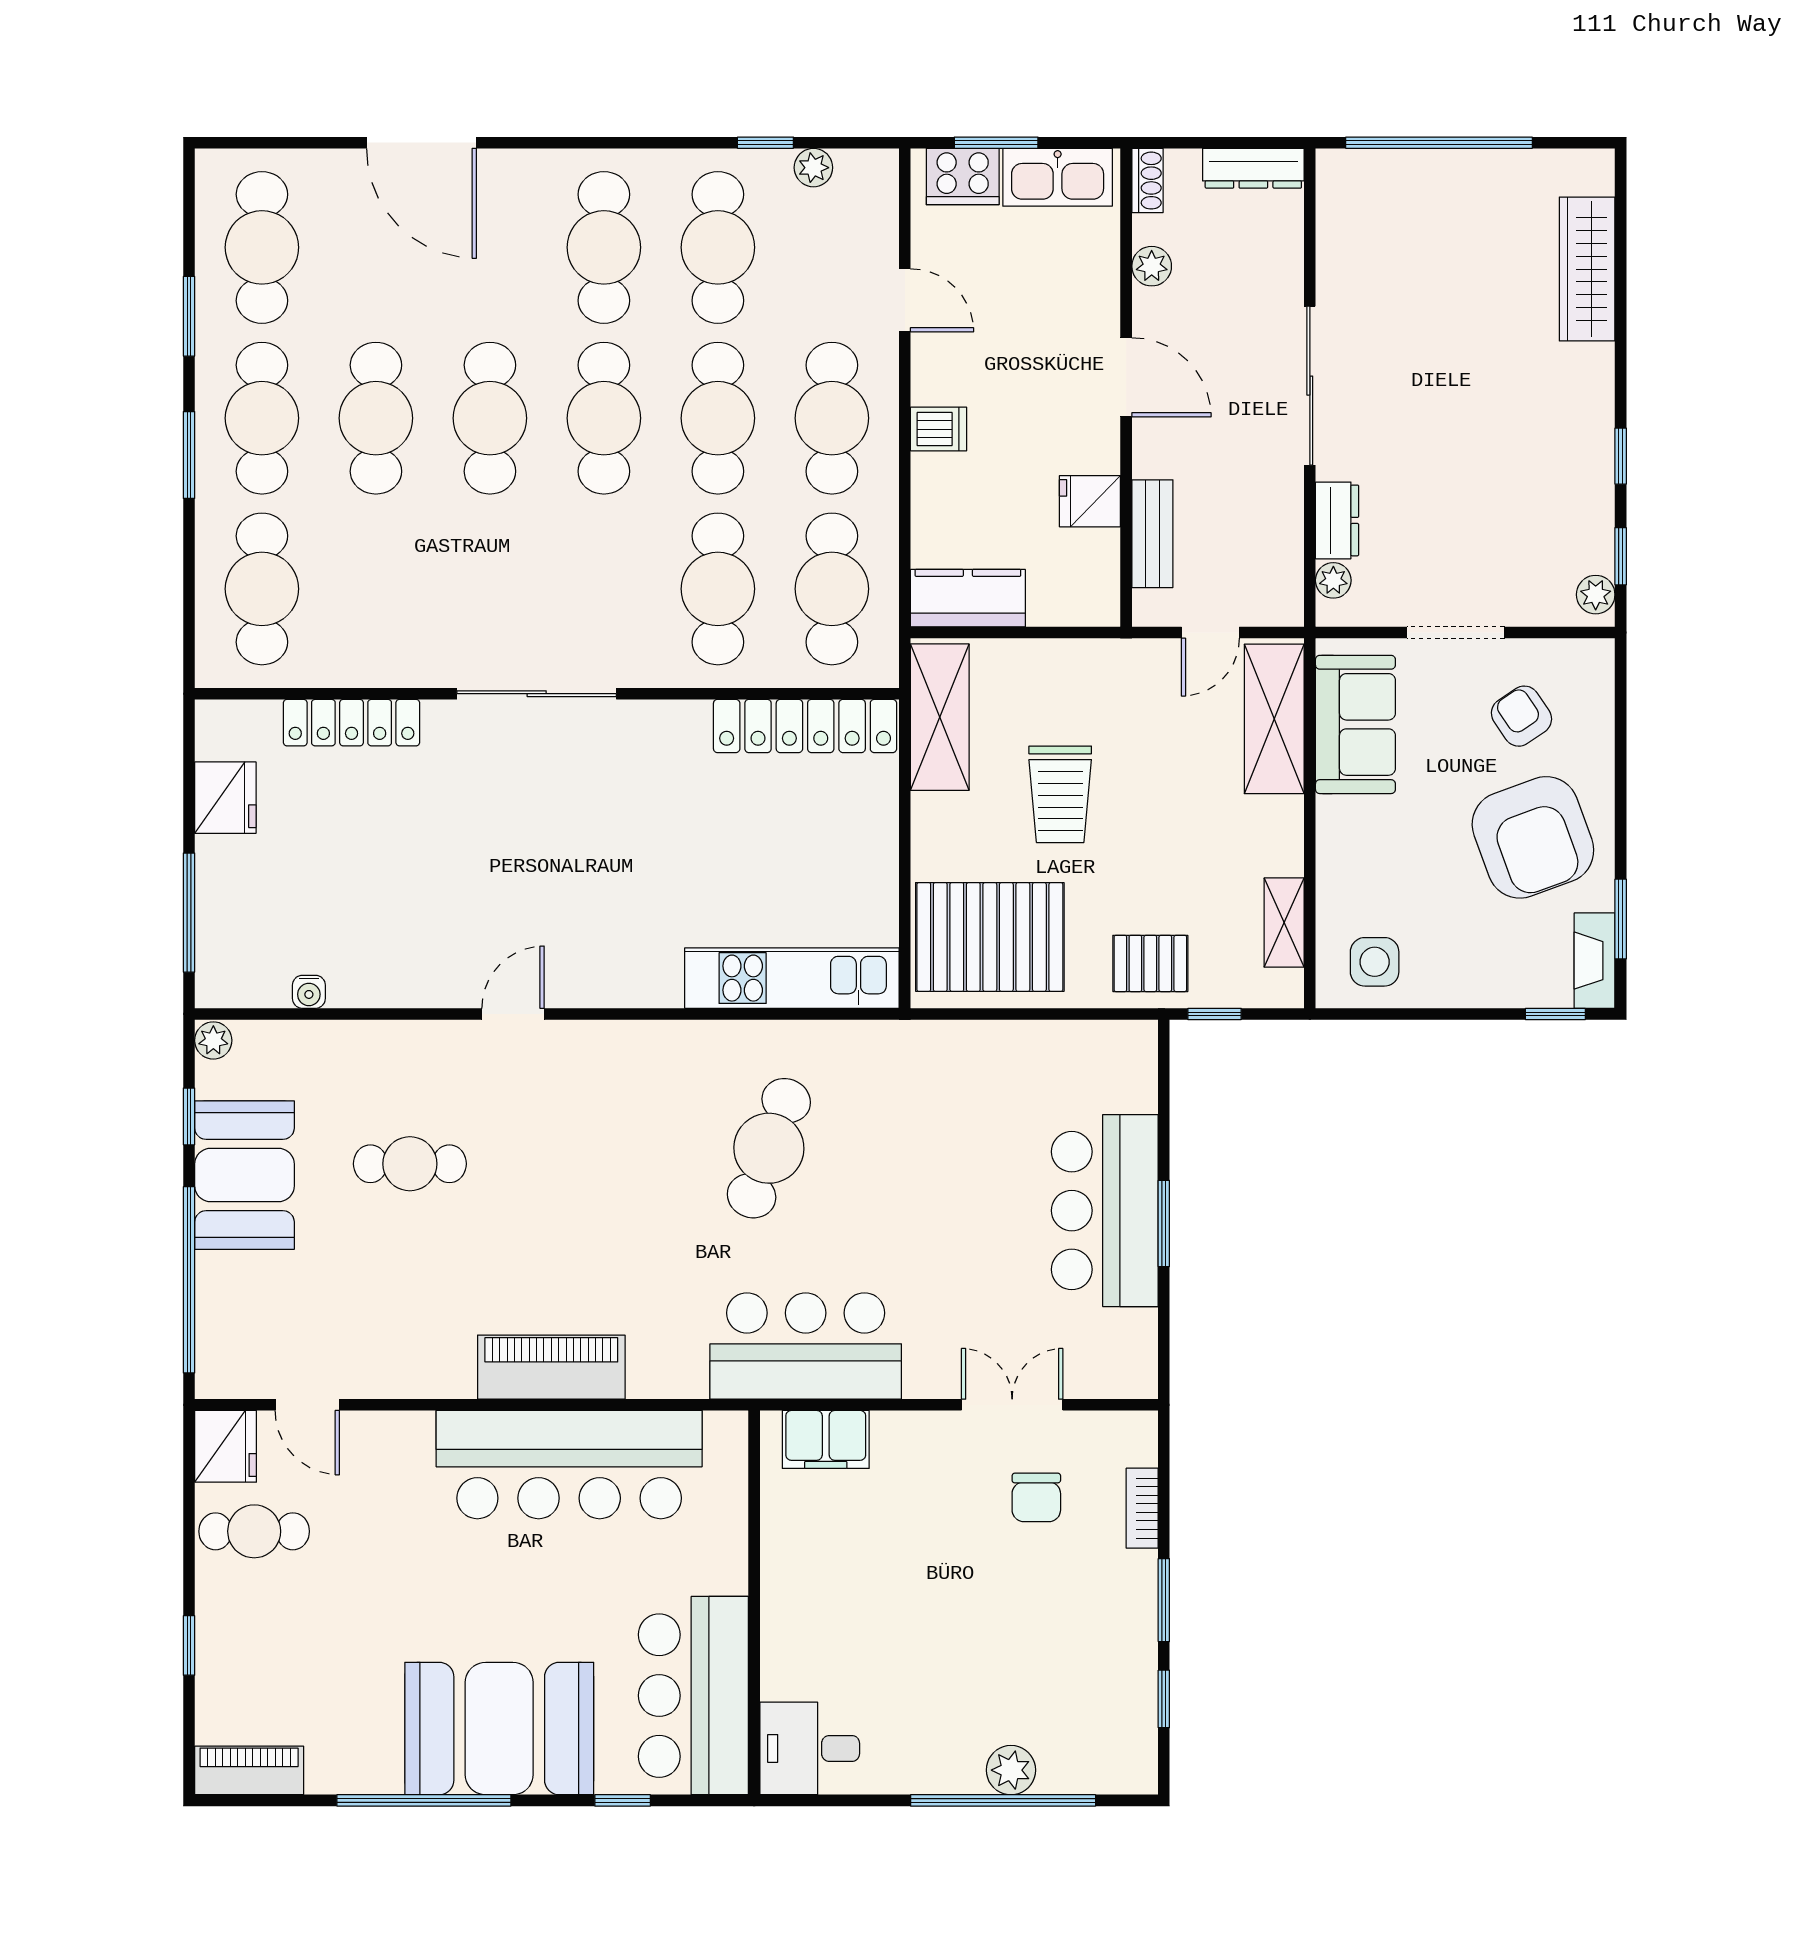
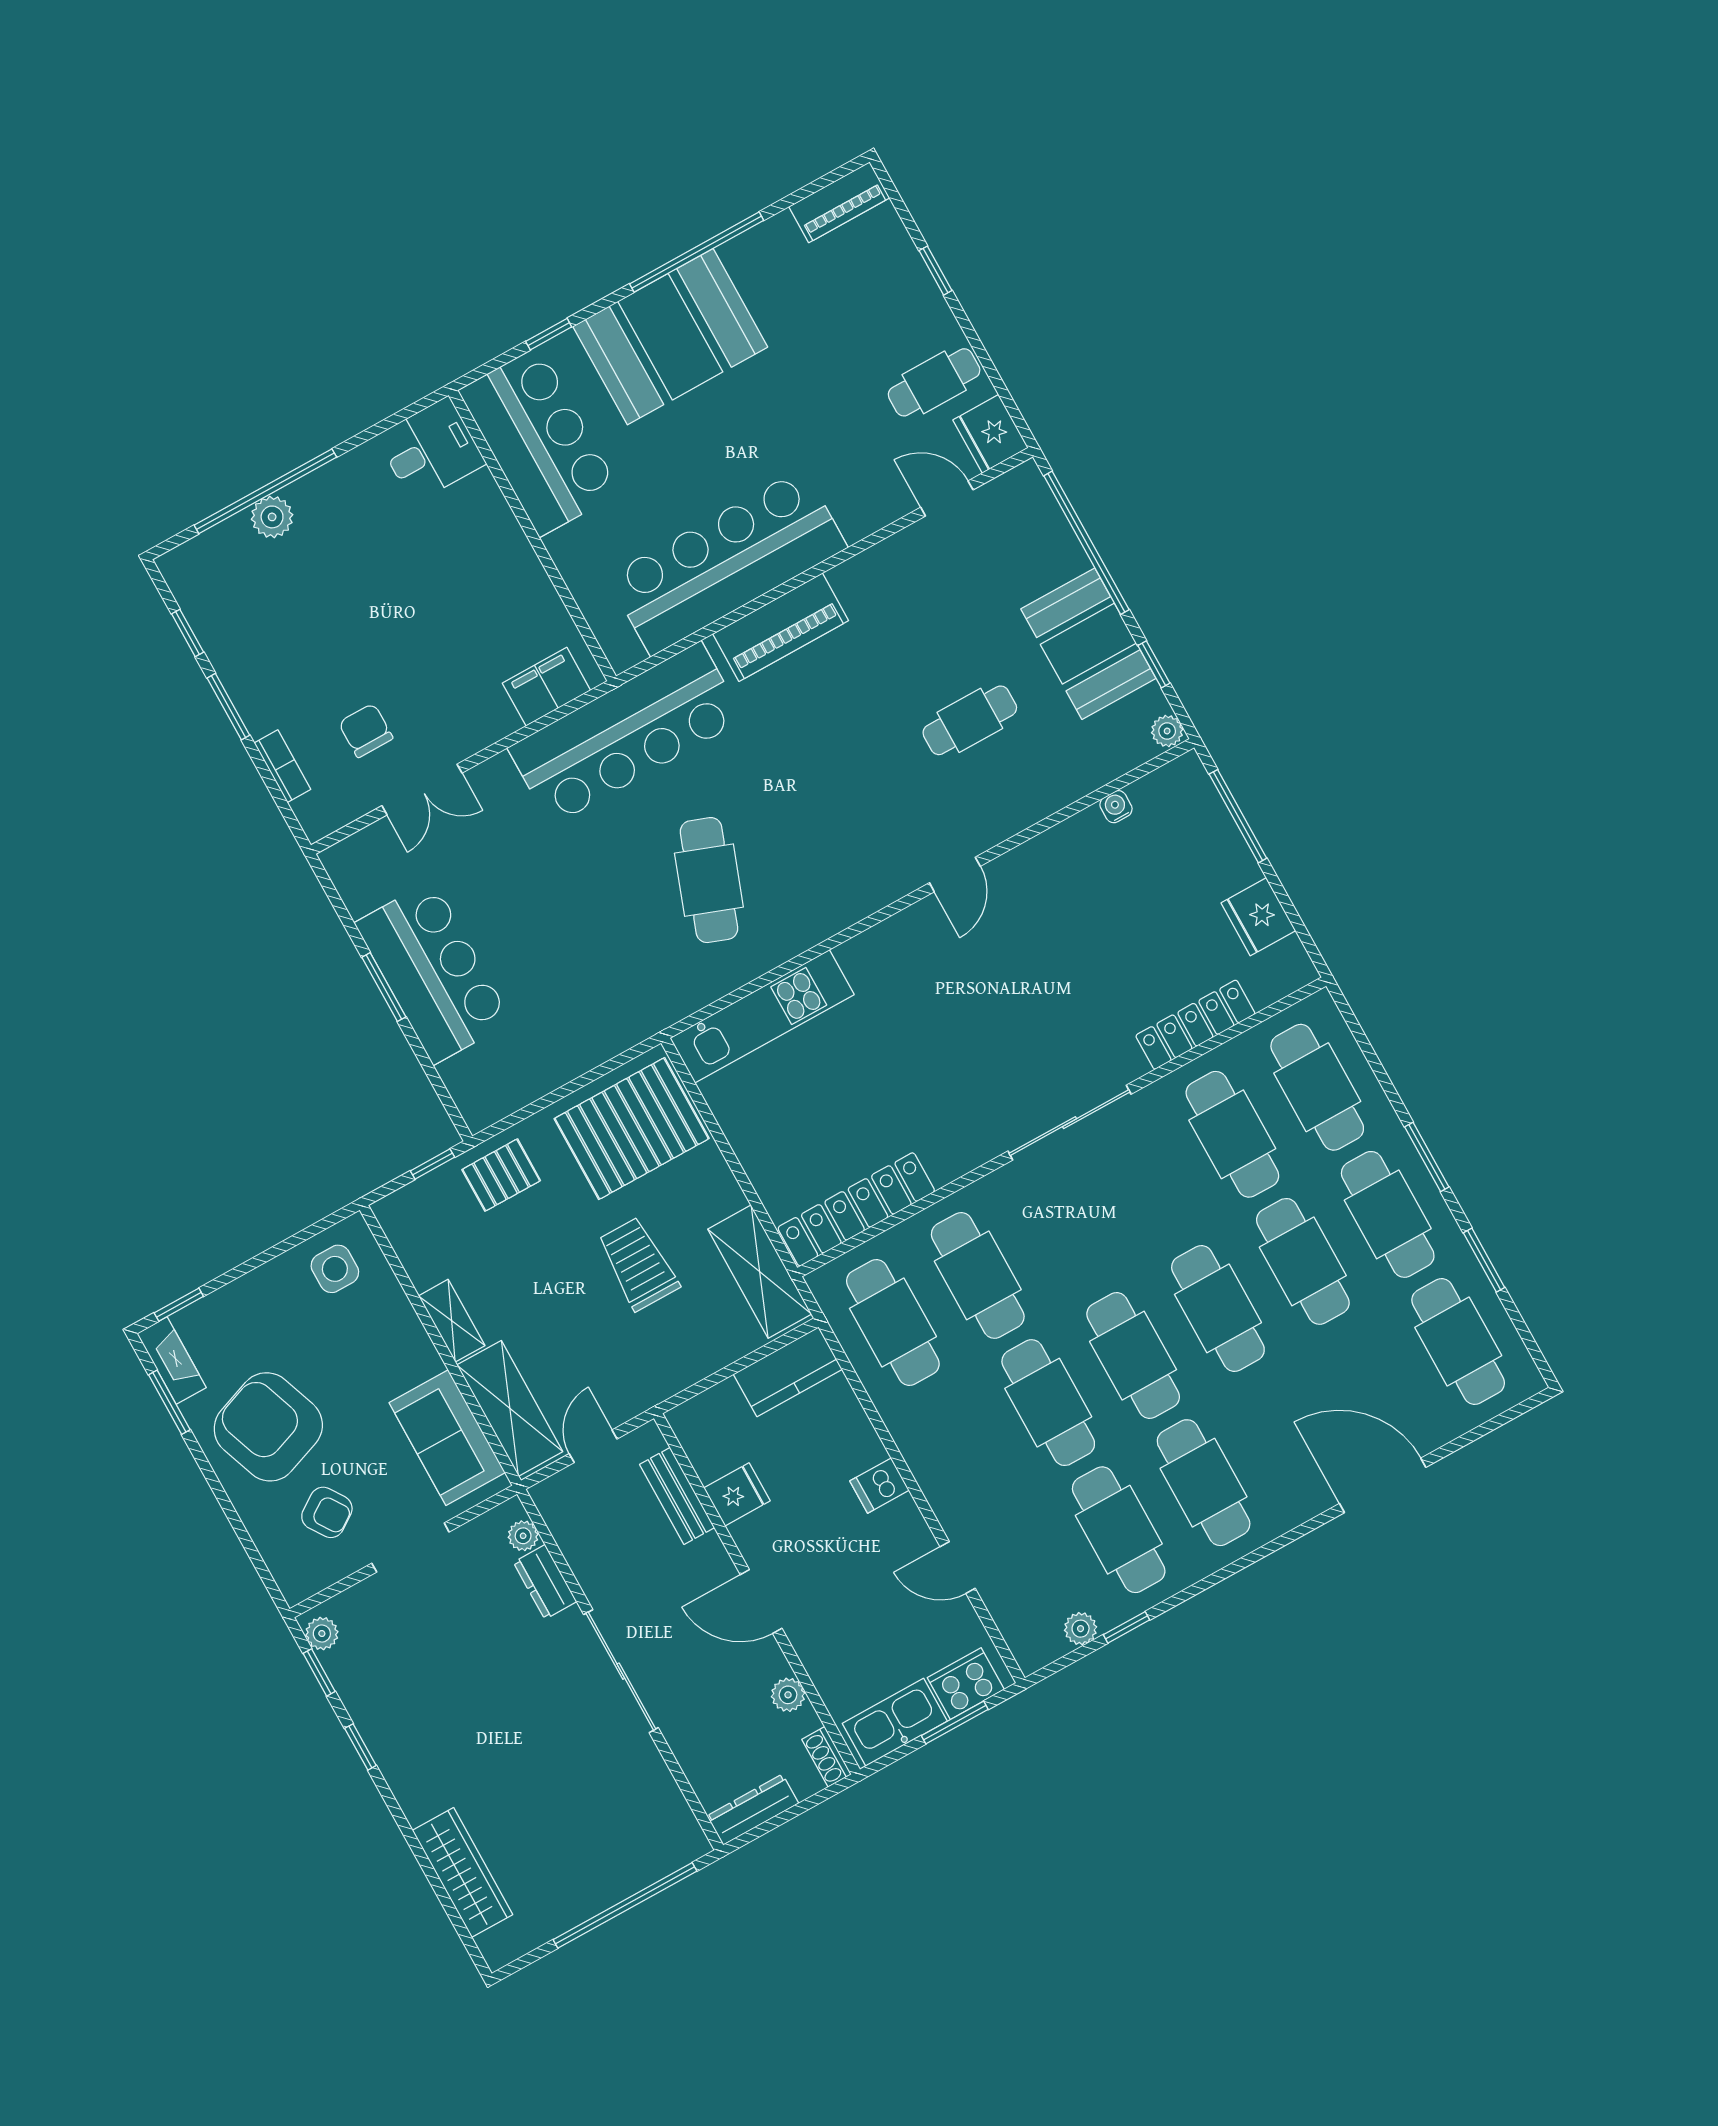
cafe table: (832, 418) -> (1232, 1134), moved
shelving: (1284, 923) -> (452, 1321), moved
bar counter: (806, 1346) -> (626, 734), width x1.36

